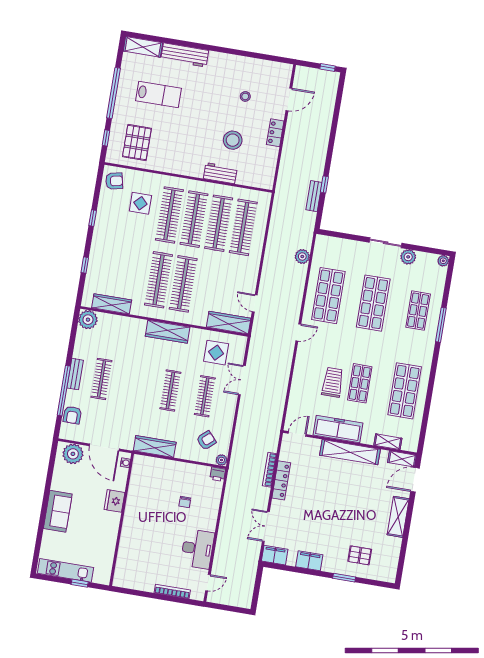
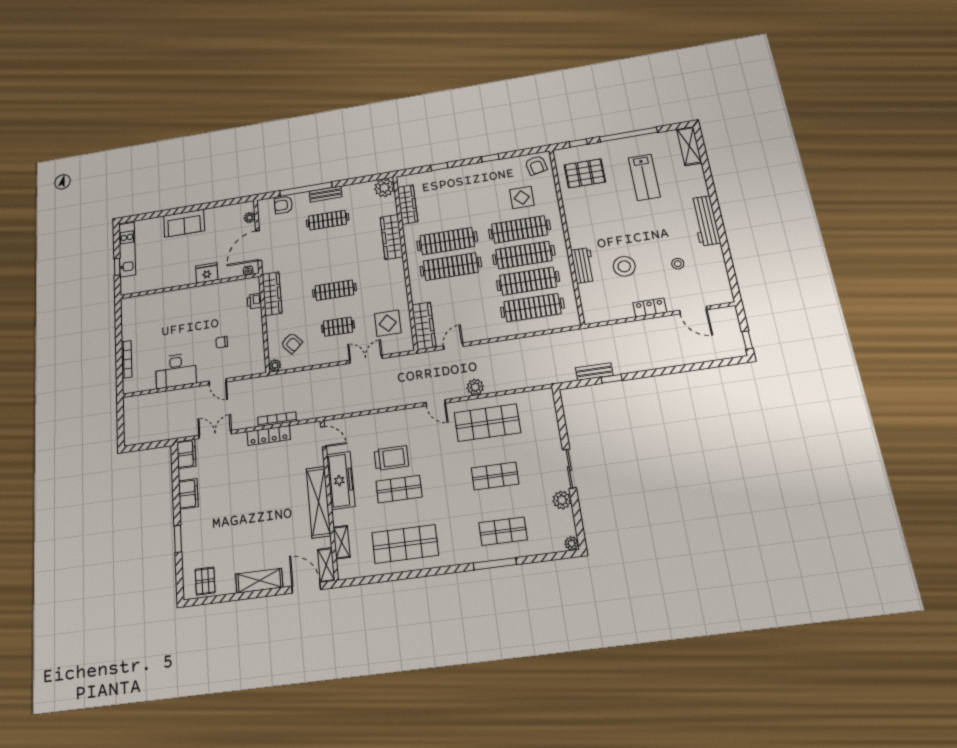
workbench: (185, 55) -> (705, 221), moved
plant: (302, 256) -> (475, 387), moved
shop shelf: (373, 303) -> (495, 476), width x0.70, depth x0.74
wardrobe: (168, 332) -> (392, 237), moved
clothes rail: (205, 396) -> (338, 327), width x0.73
plant: (73, 454) -> (250, 218), width x0.53, depth x0.53
printer: (218, 474) -> (254, 301), moved
pallet: (360, 555) -> (205, 581), moved
door: (208, 583) -> (218, 382), moved

